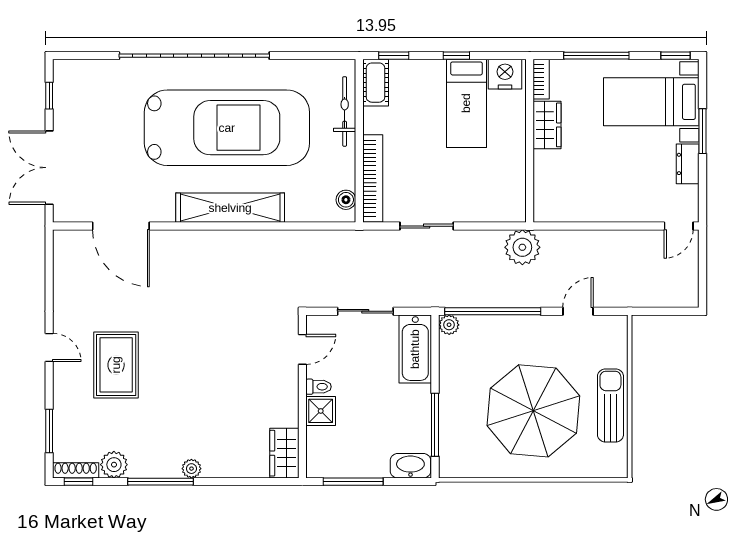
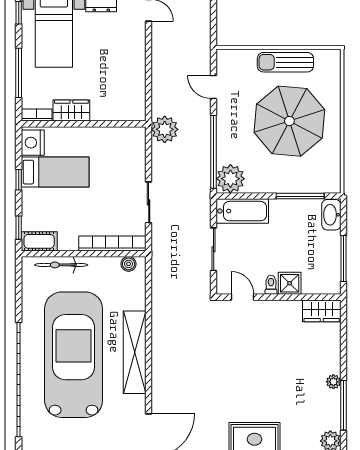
plant: (449, 325) -> (230, 179), width x1.87, depth x1.87

